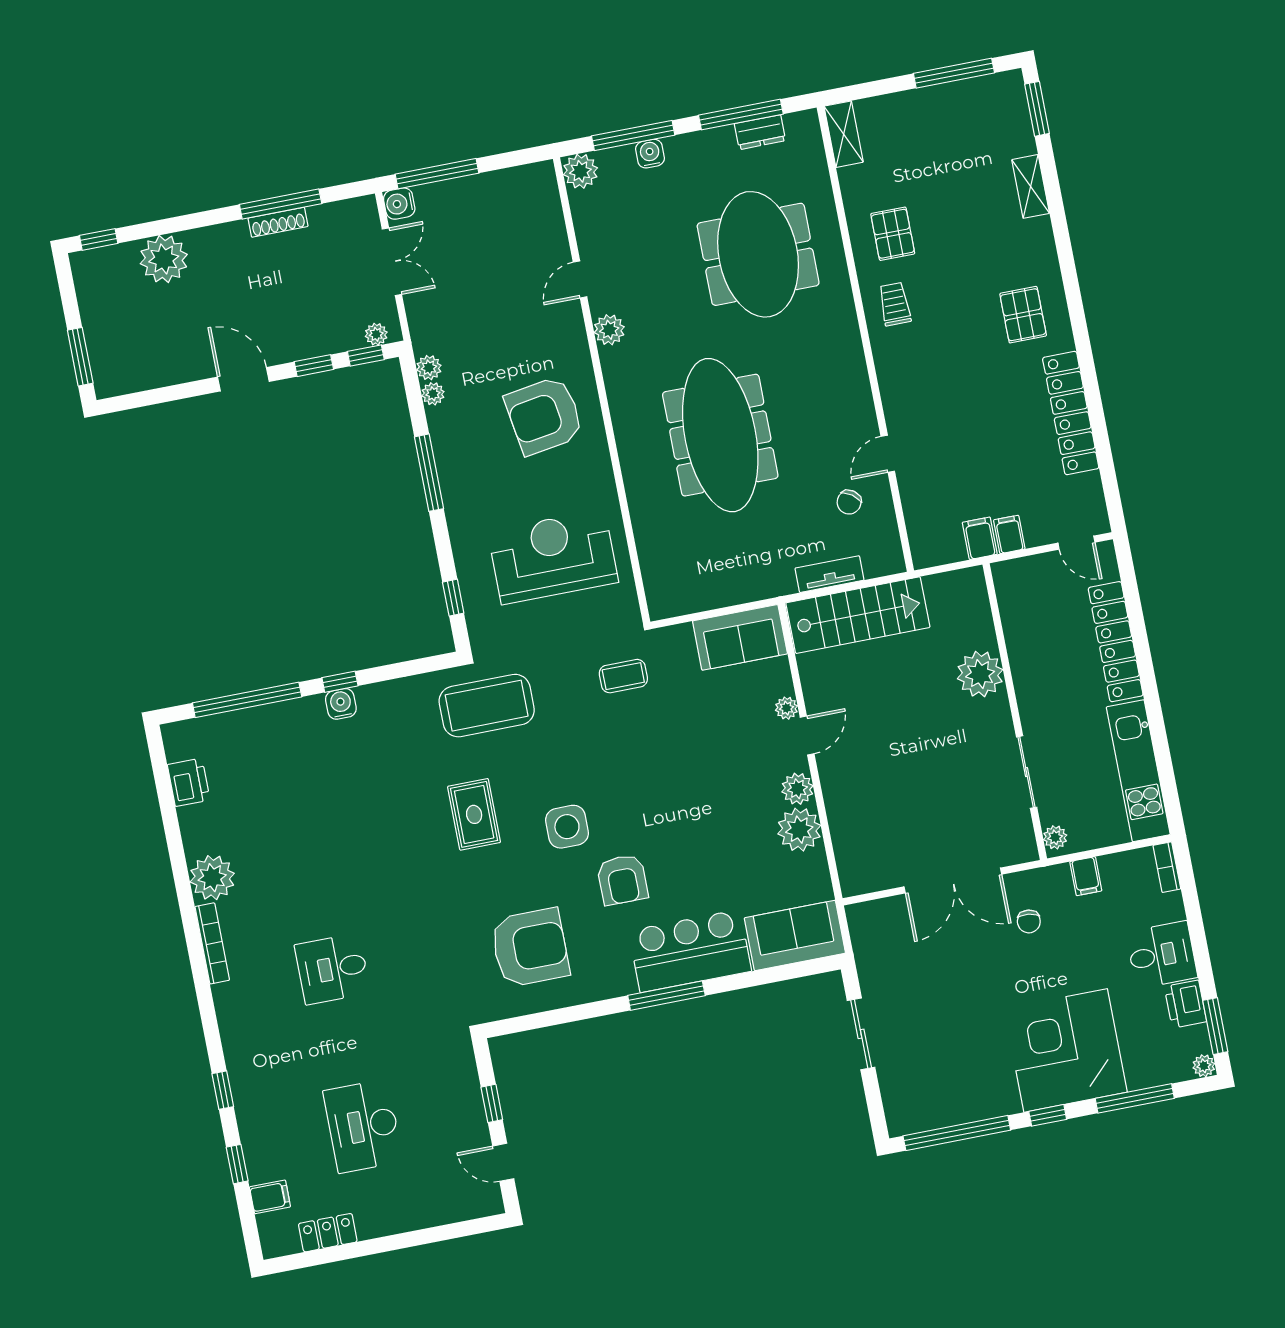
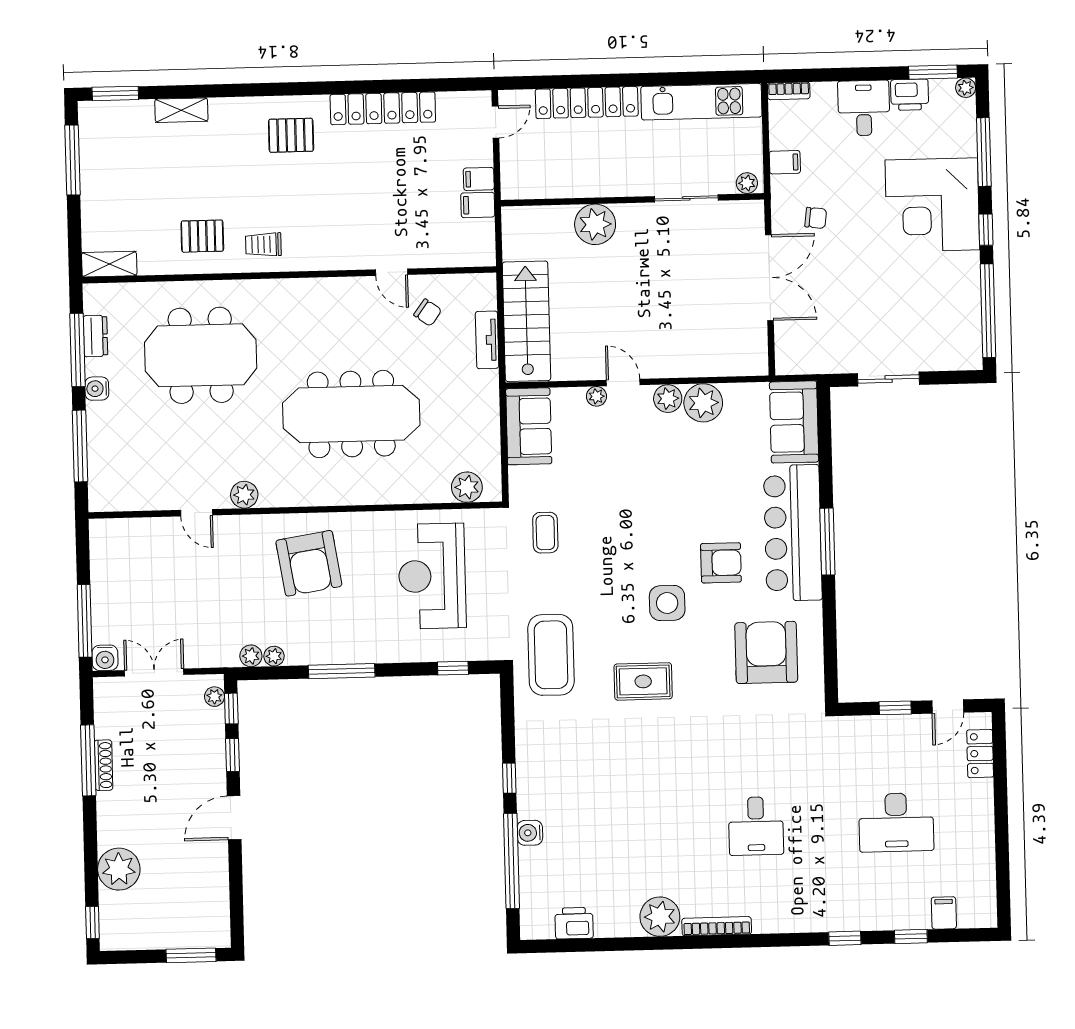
water cooler: (650, 154) -> (97, 389), moved
plant: (580, 171) -> (467, 487), moved
water cooler: (341, 704) -> (530, 833), moved
bar counter: (690, 951) -> (793, 533), width x1.36
locker: (328, 1233) -> (980, 754), moved

